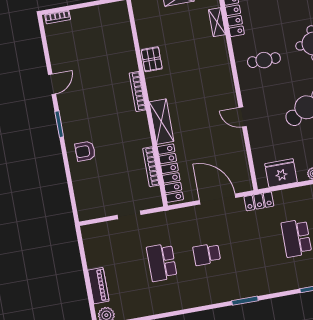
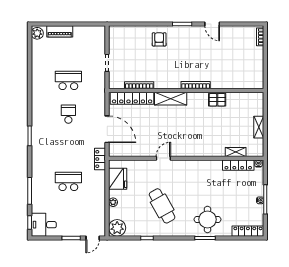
cafe table: (264, 60) -> (202, 181), removed
door: (218, 199) -> (107, 129), hinge flipped

